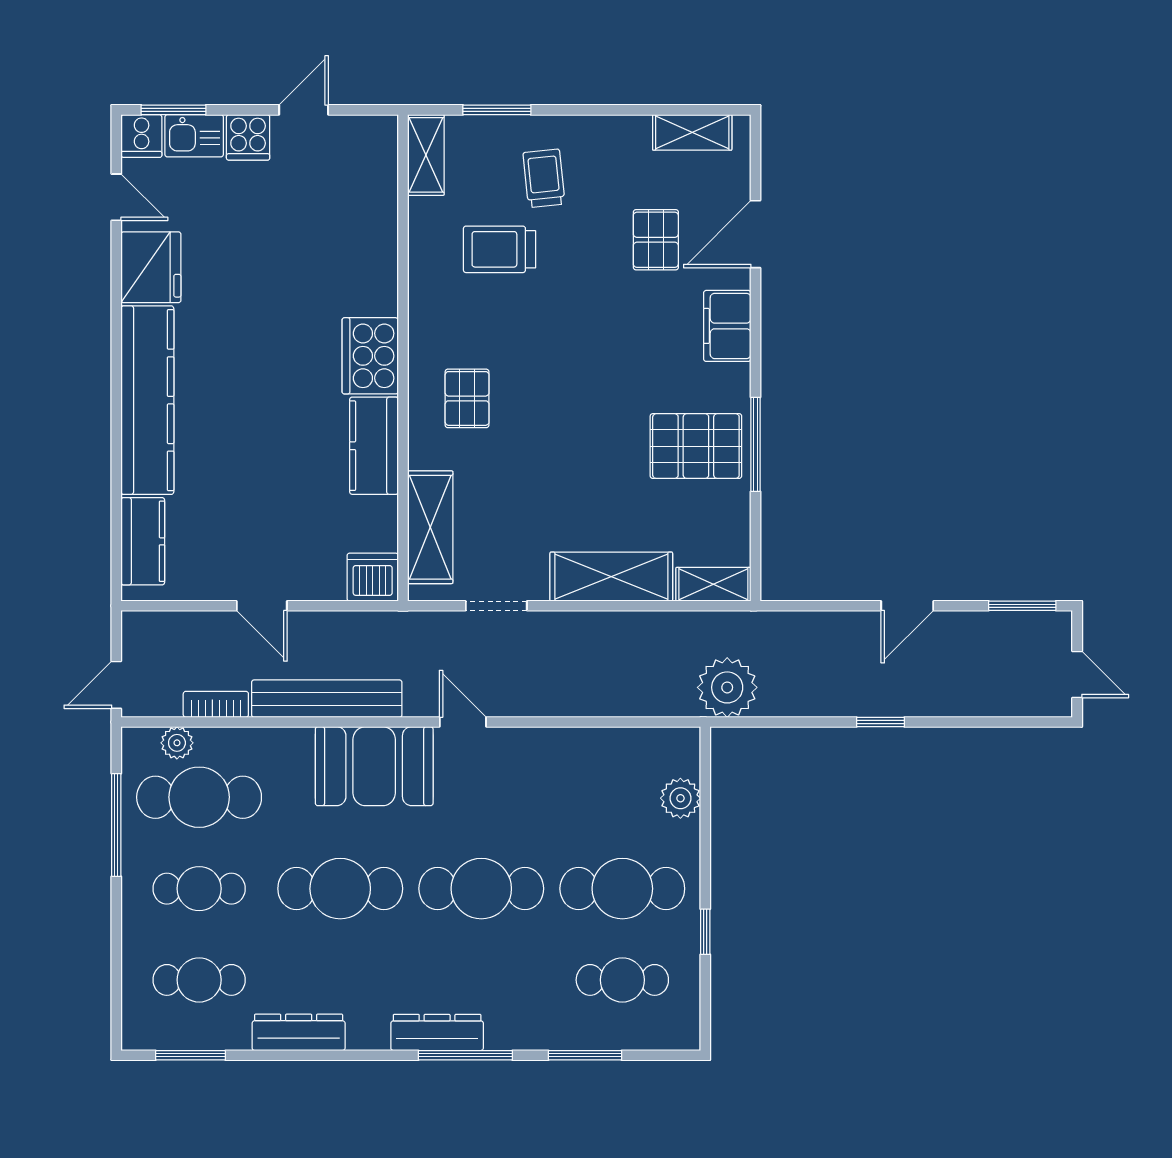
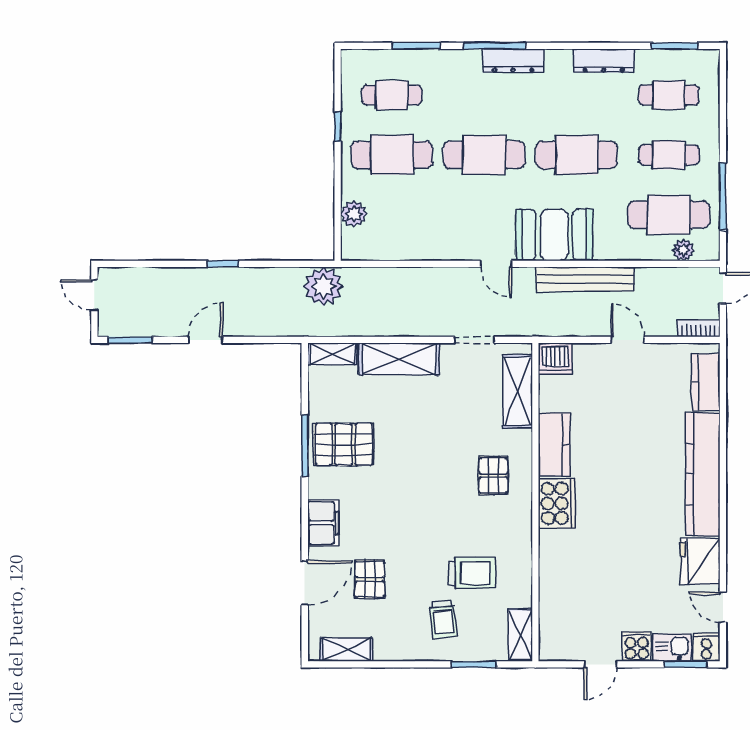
bookcase: (216, 704) -> (699, 328), moved, turned 180

